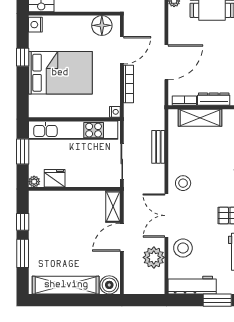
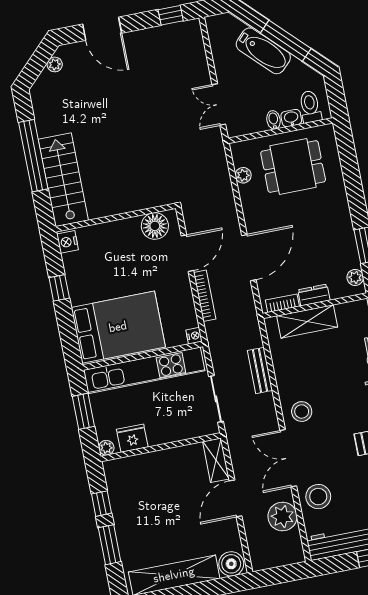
bed: (60, 73) -> (118, 327), moved
dresser: (214, 99) -> (314, 295), width x0.70

